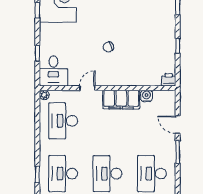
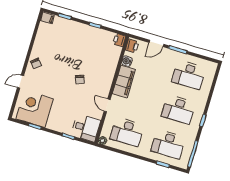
printer: (166, 97) -> (132, 46), added

